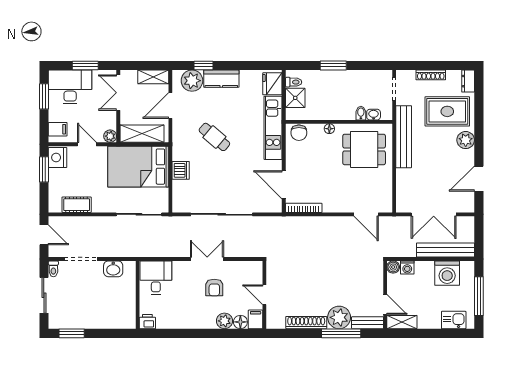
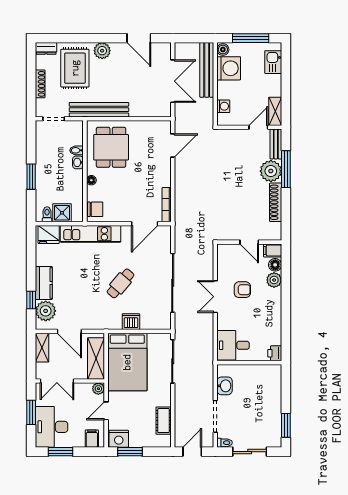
washbasin: (374, 115) -> (78, 162), moved
cafe table: (214, 137) -> (120, 283), moved
boiler: (393, 267) -> (223, 50), moved
door: (264, 295) -> (249, 242), hinge flipped

